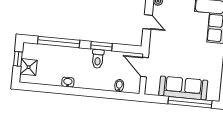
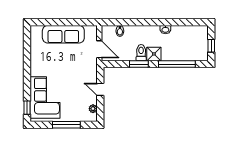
shower: (29, 67) -> (154, 54), moved
window: (190, 102) -> (56, 22), removed

